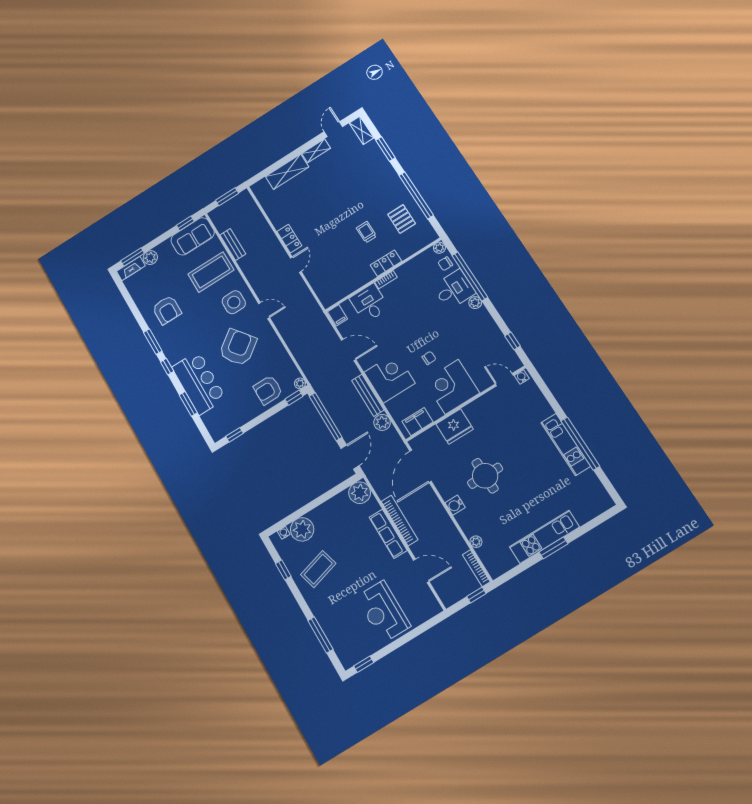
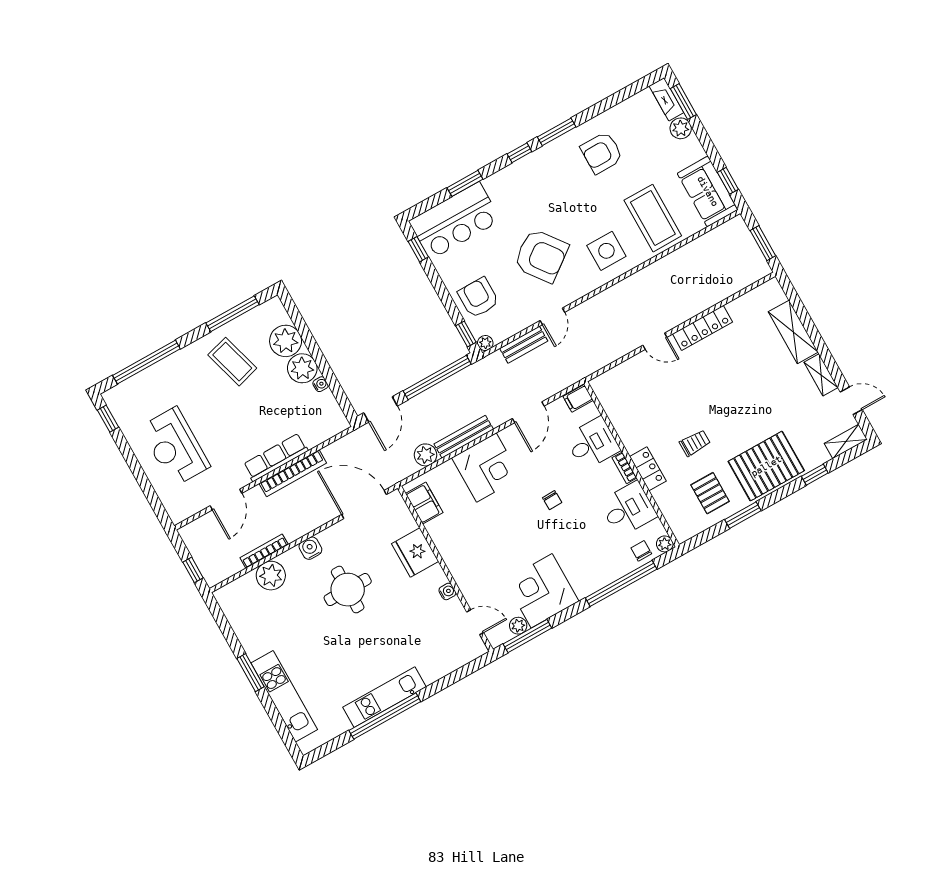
window: (386, 149) -> (815, 475), width x0.67
pallet: (381, 182) -> (766, 466), added
window: (416, 195) -> (743, 515), width x0.47
pallet: (402, 219) -> (710, 493), turned 90
locker: (289, 239) -> (702, 328), width x1.53
bench: (233, 244) -> (524, 345), moved
desk: (454, 289) -> (628, 509), moved, turned -90
plant: (475, 303) -> (518, 626), moved
door: (264, 310) -> (552, 316), moved
window: (512, 341) -> (527, 636), width x2.17
chair: (429, 358) -> (552, 500), moved
water cooler: (522, 377) -> (447, 591), moved
door: (504, 380) -> (475, 622), hinge flipped
bar counter: (199, 383) -> (455, 221), moved
corner desk: (452, 387) -> (542, 591), moved, turned -90
door: (350, 457) -> (380, 409), hinge flipped
plant: (360, 493) -> (302, 368), moved
water cooler: (284, 533) -> (320, 384), moved
kitchen unit: (544, 537) -> (284, 696), moved
plant: (476, 542) -> (271, 576), width x1.87, depth x1.87
bookcase: (476, 568) -> (264, 551), moved
window: (283, 570) -> (233, 314), width x2.17
reception desk: (383, 612) -> (175, 447), turned -90
window: (320, 635) -> (146, 362), width x1.46

